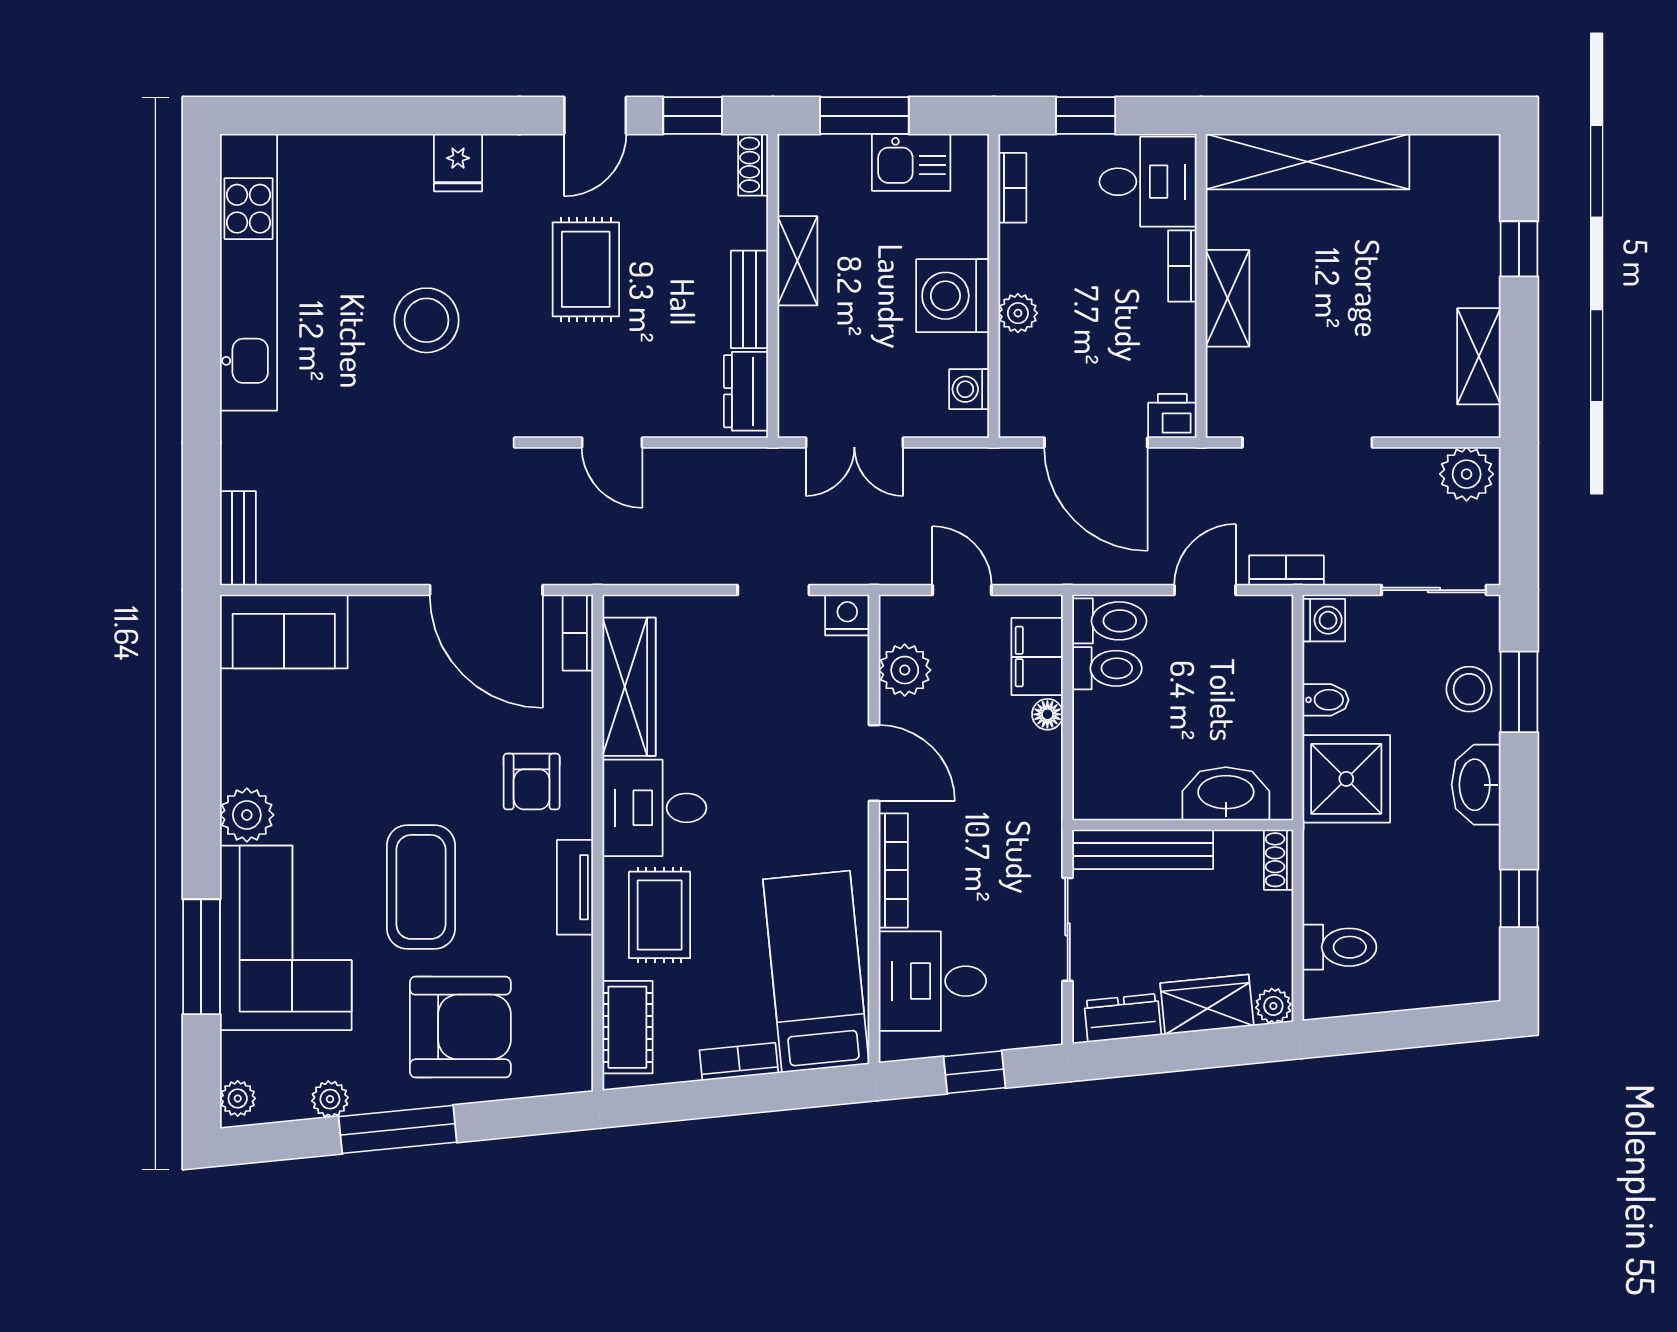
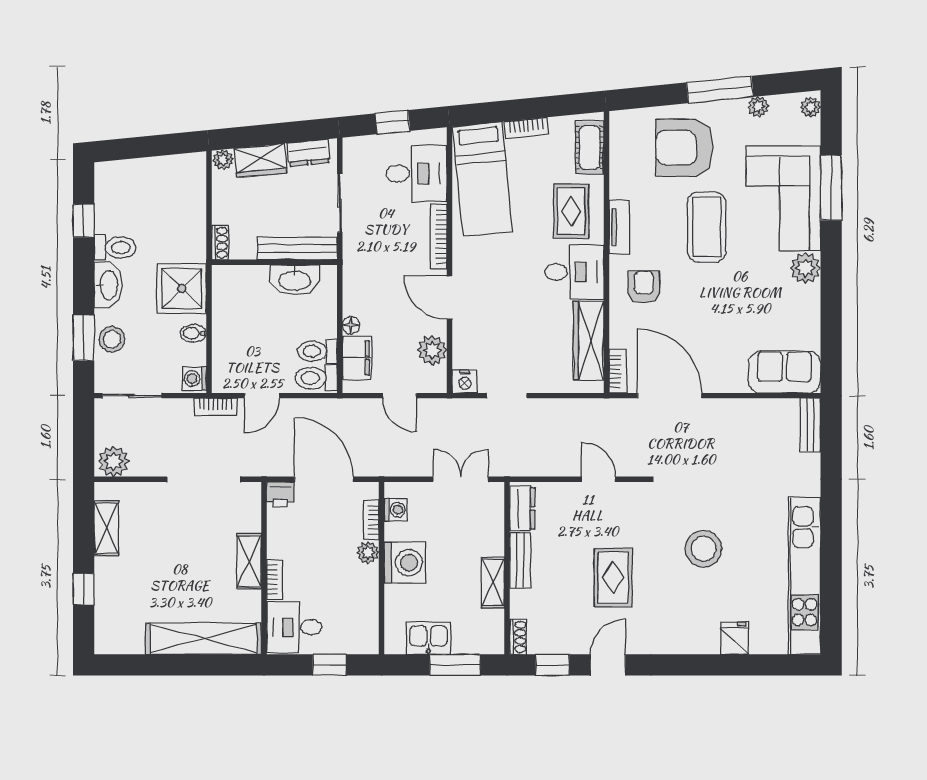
fridge: (458, 163) -> (734, 638), moved
bookcase: (1012, 188) -> (371, 520), moved
washbasin: (1226, 794) -> (295, 280), moved
toilet: (1339, 947) -> (115, 248), moved, turned 180

